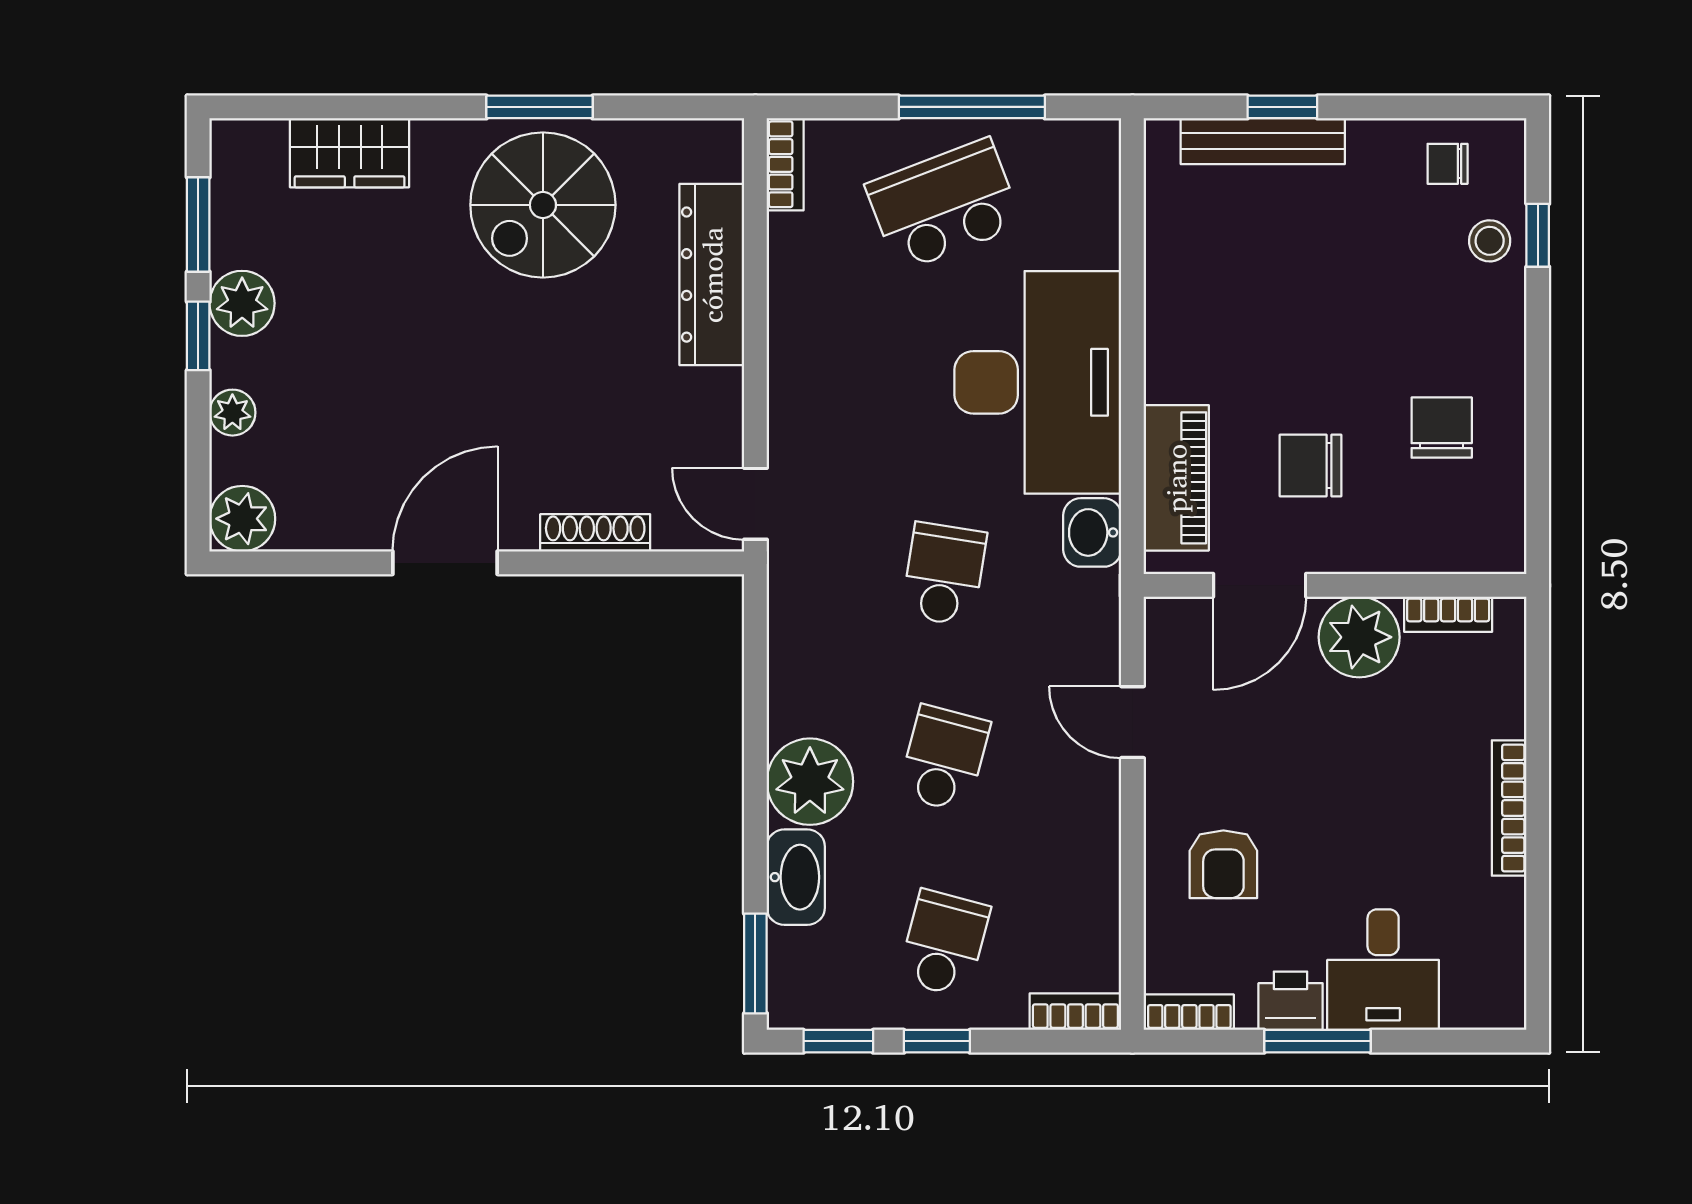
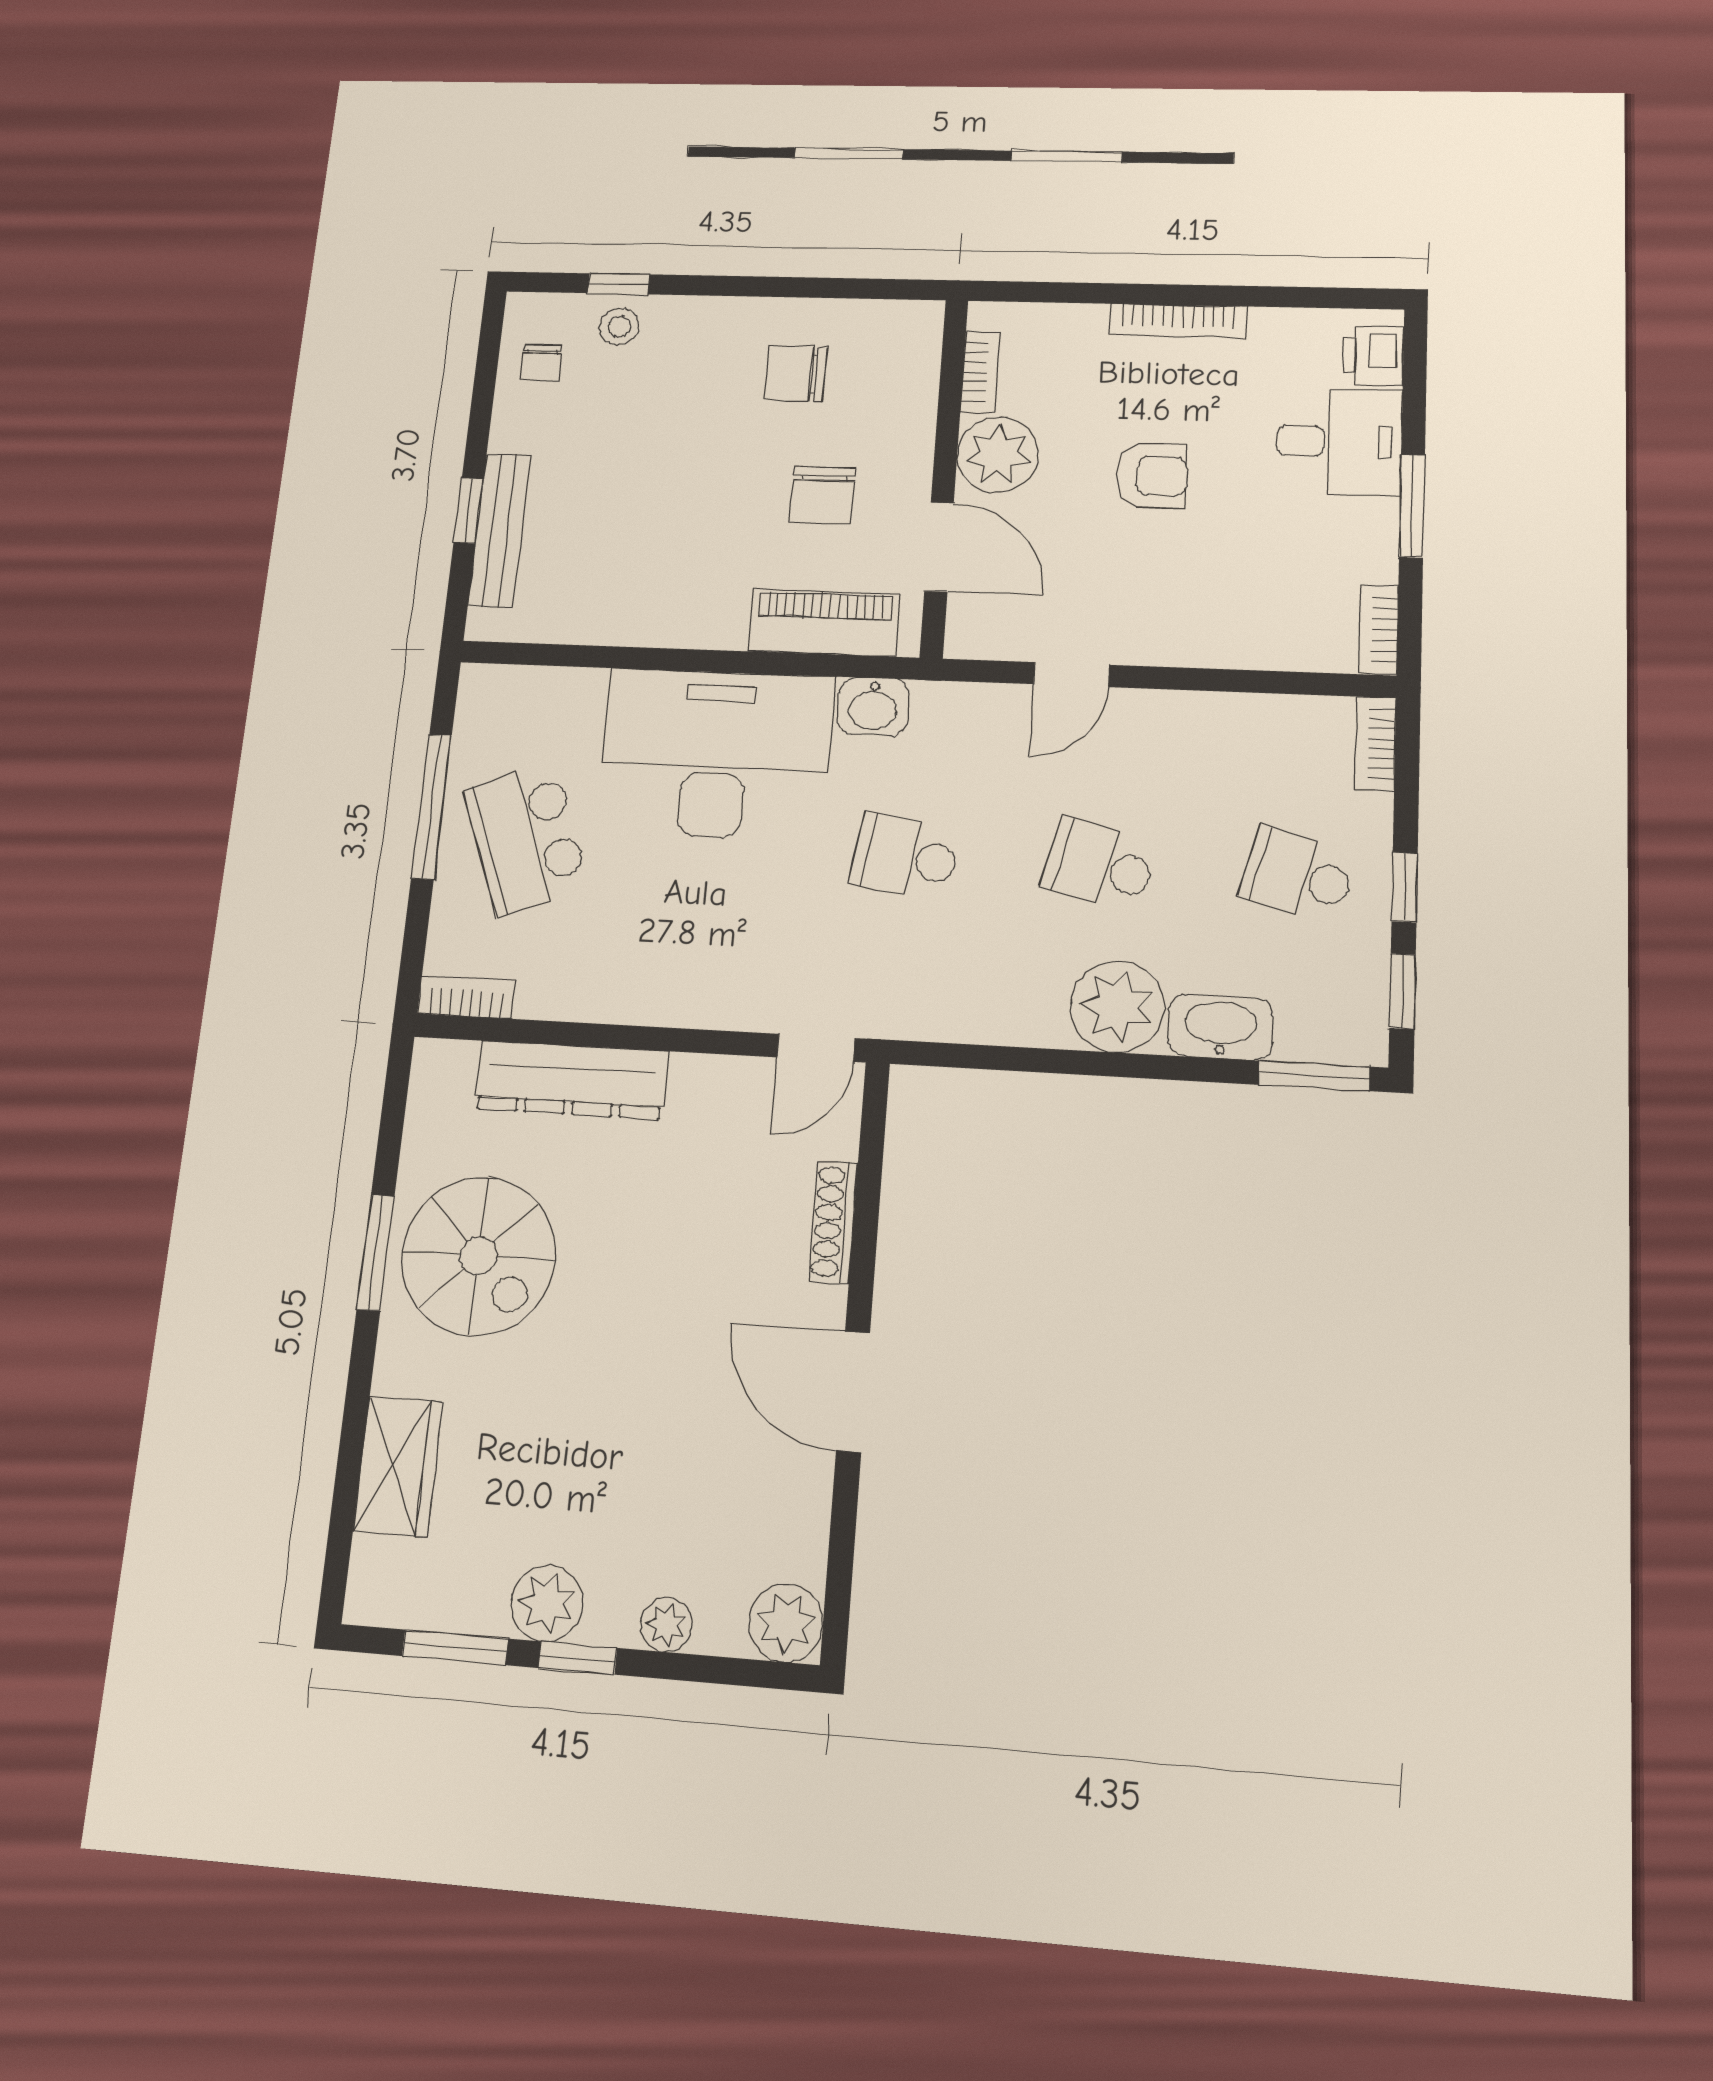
armchair: (1223, 864) -> (1152, 476), moved
printer: (1291, 1001) -> (1373, 356), moved

